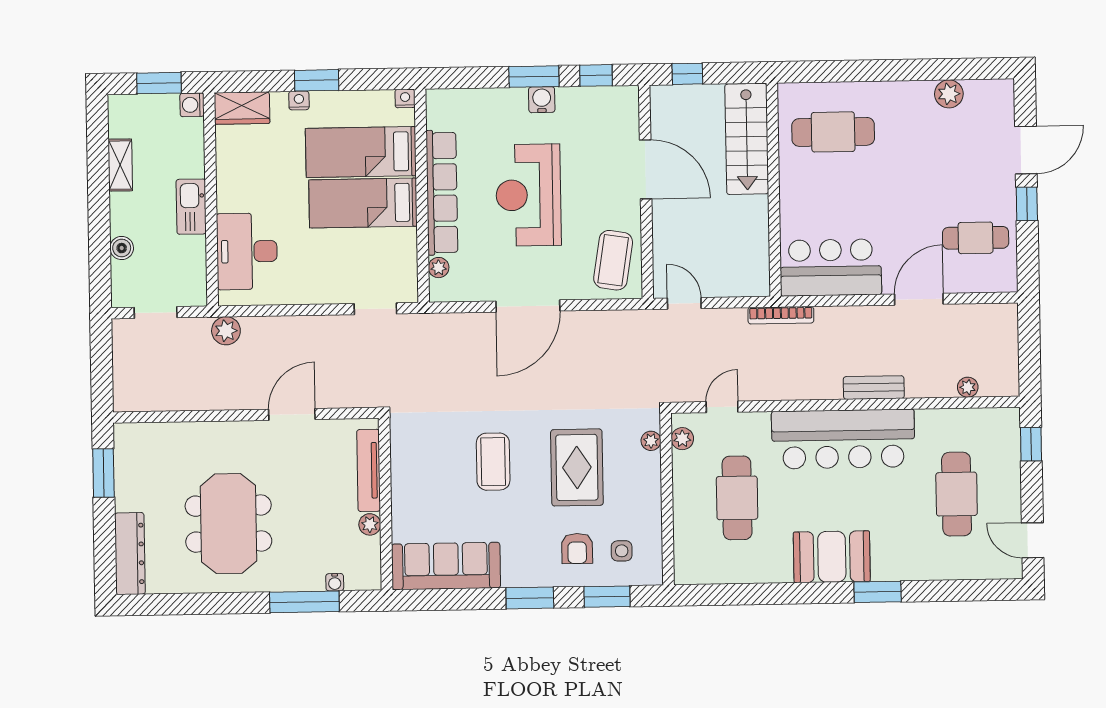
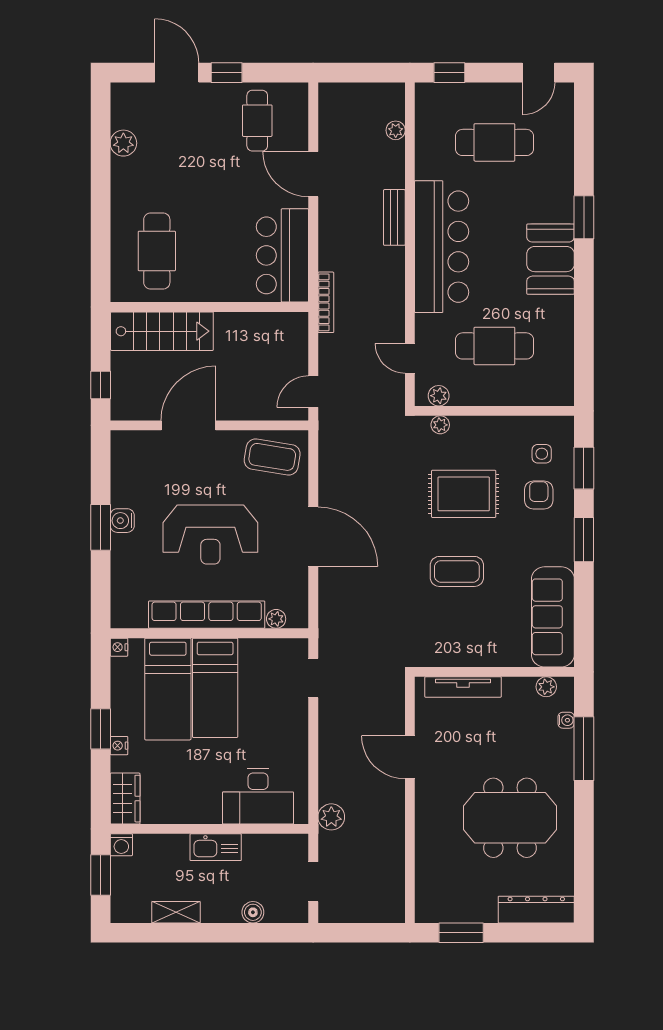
window: (596, 75) -> (101, 470), removed
plant: (370, 524) -> (546, 687), moved
armchair: (577, 548) -> (539, 495), turned -90

